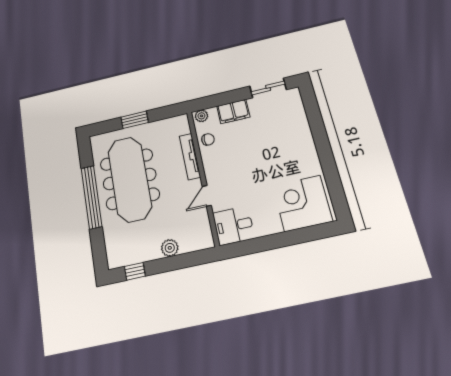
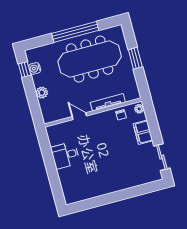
corner desk: (302, 203) -> (77, 182), removed
desk: (234, 226) -> (65, 155), moved, turned -90
water cooler: (135, 256) -> (35, 68), added

